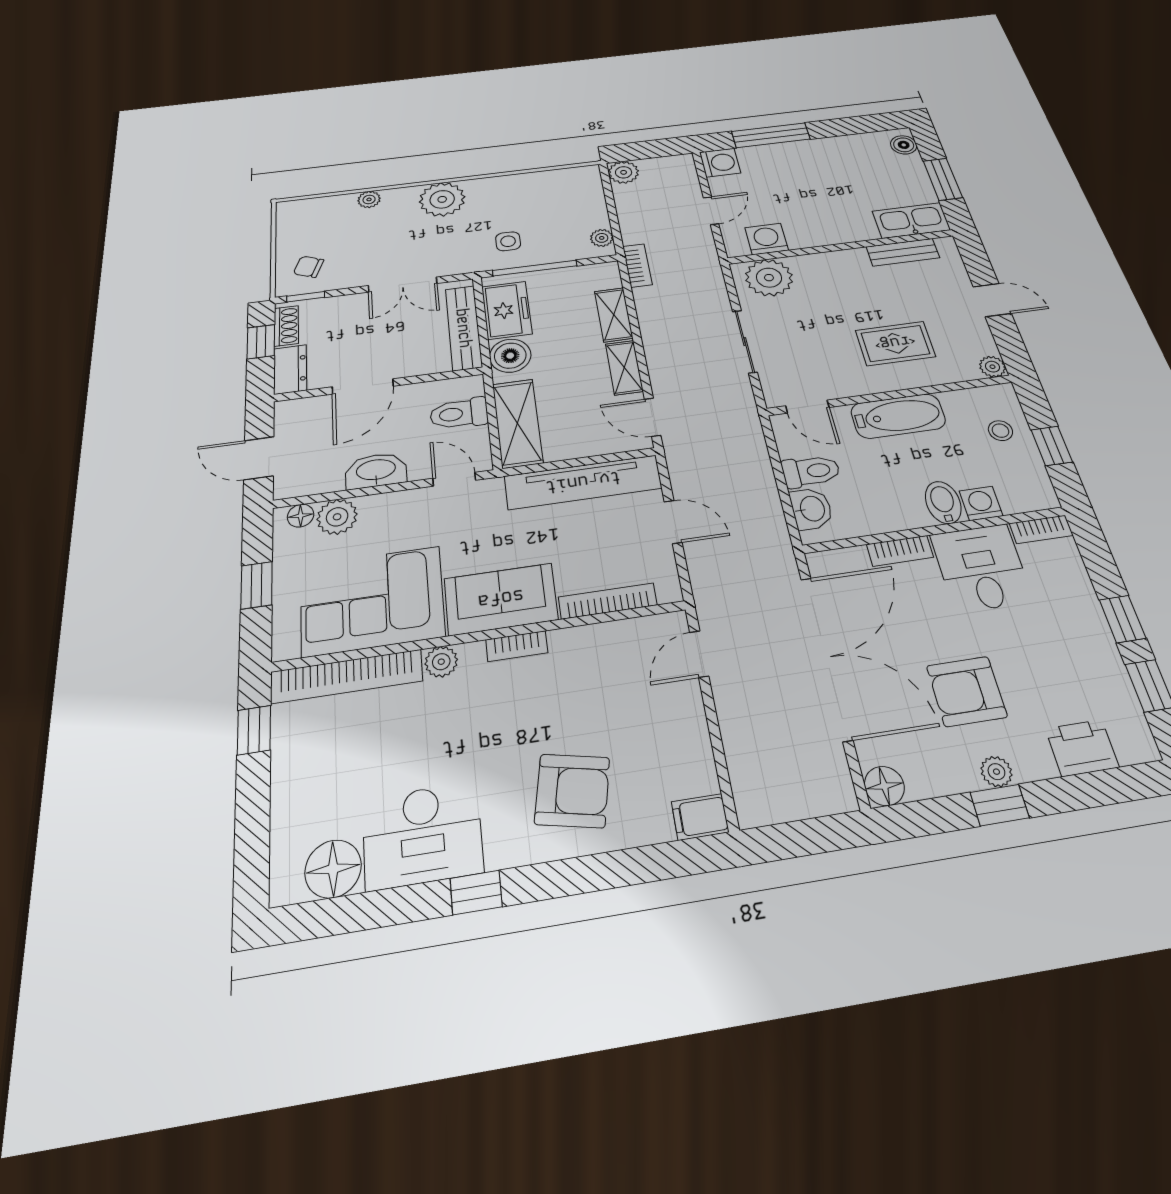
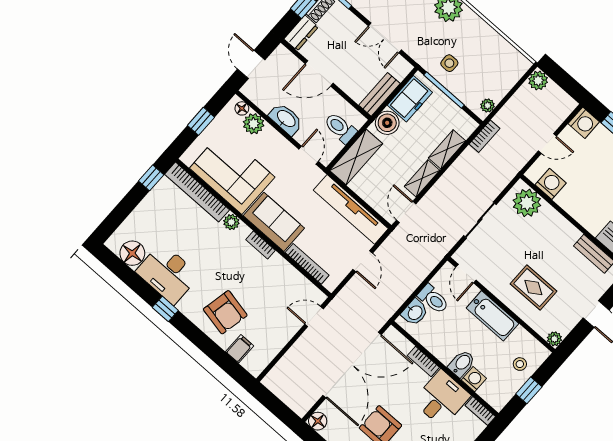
bench: (464, 328) -> (379, 94), width x0.73
filing cabinet: (700, 817) -> (240, 349), moved, turned 90

